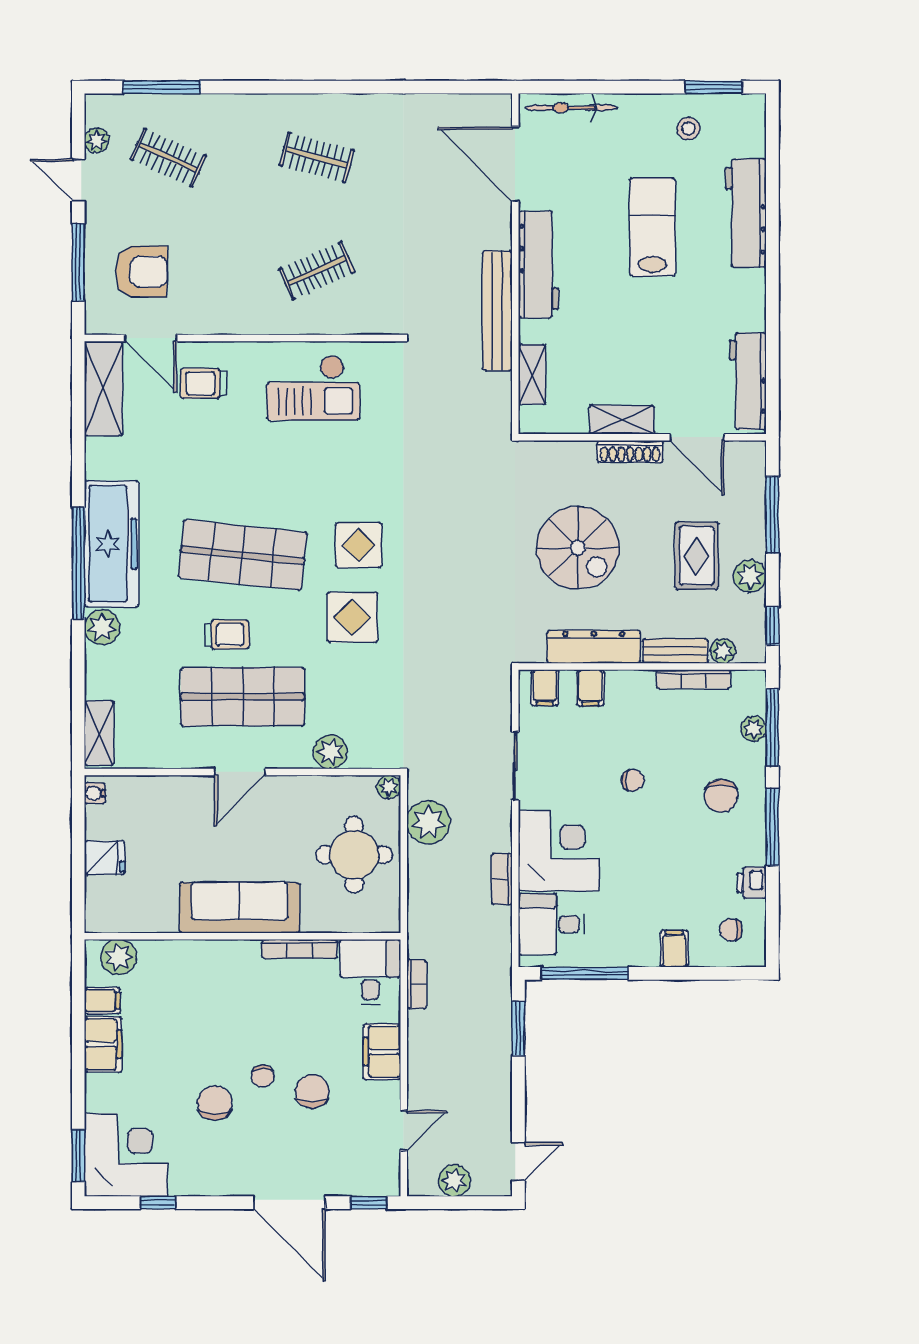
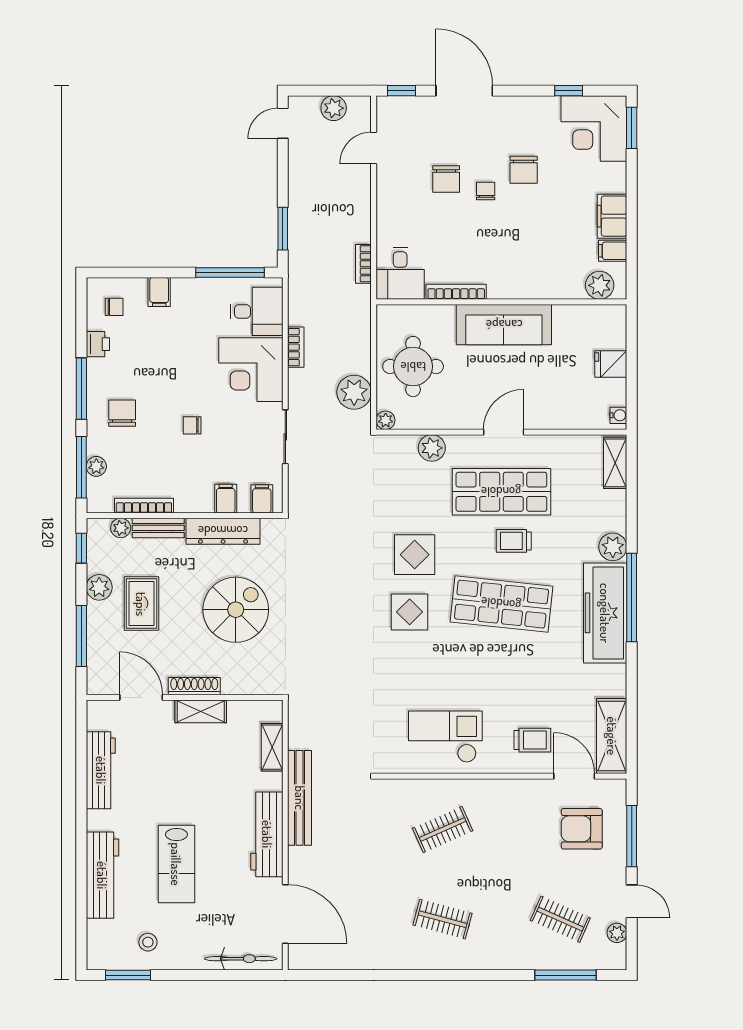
workbench: (748, 381) -> (101, 770), moved
spiral stairs: (578, 548) -> (236, 610), turned 90
filing cabinet: (382, 1052) -> (391, 210), removed

